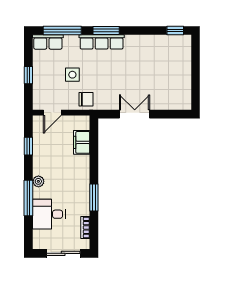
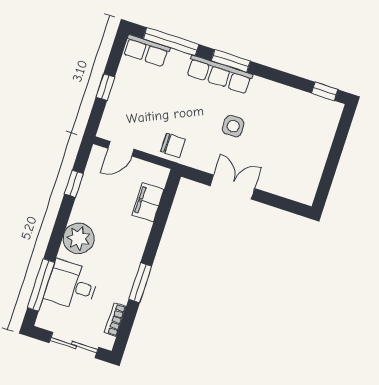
side table: (72, 75) -> (233, 126), moved
plant: (38, 181) -> (79, 238), width x1.87, depth x1.87
window: (28, 198) -> (41, 285), moved

